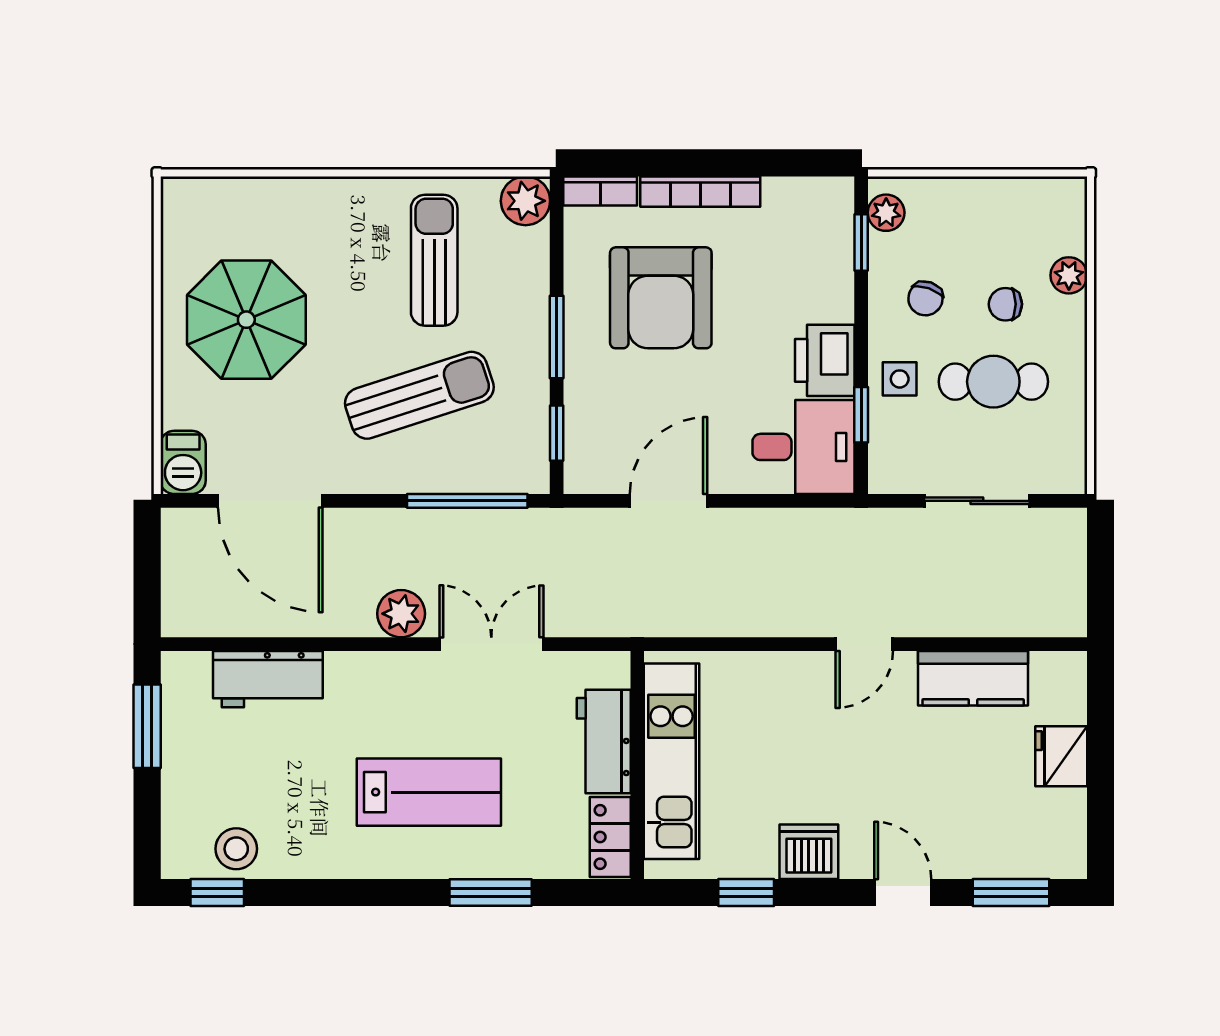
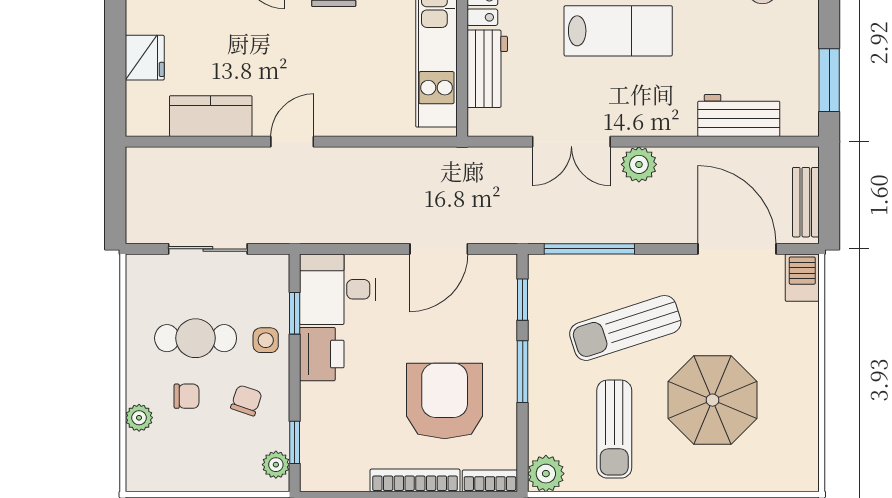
parasol: (246, 320) -> (713, 400), moved
bench: (178, 563) -> (806, 202), added
lab bench: (429, 792) -> (618, 31), turned 180

